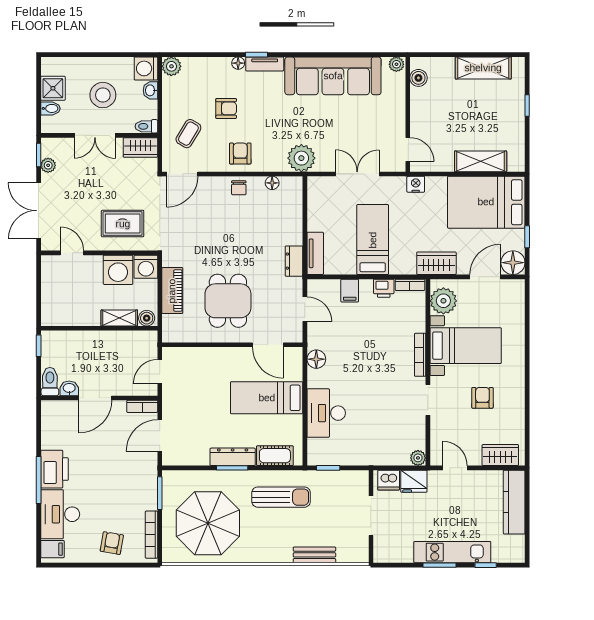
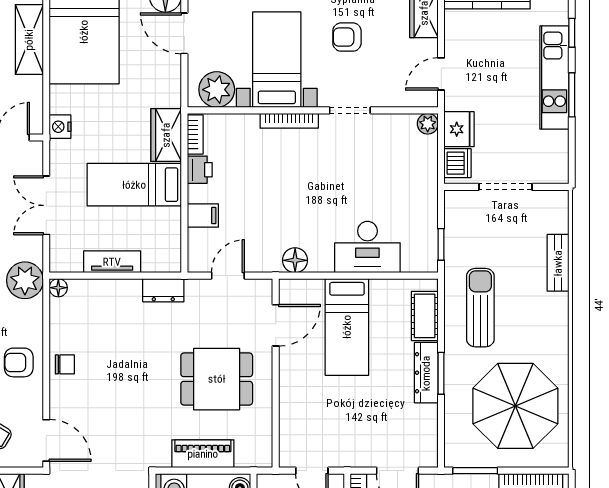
floor lamp: (272, 183) -> (58, 288), moved
tv unit: (315, 253) -> (112, 262), moved
wardrobe: (436, 263) -> (166, 135), moved

